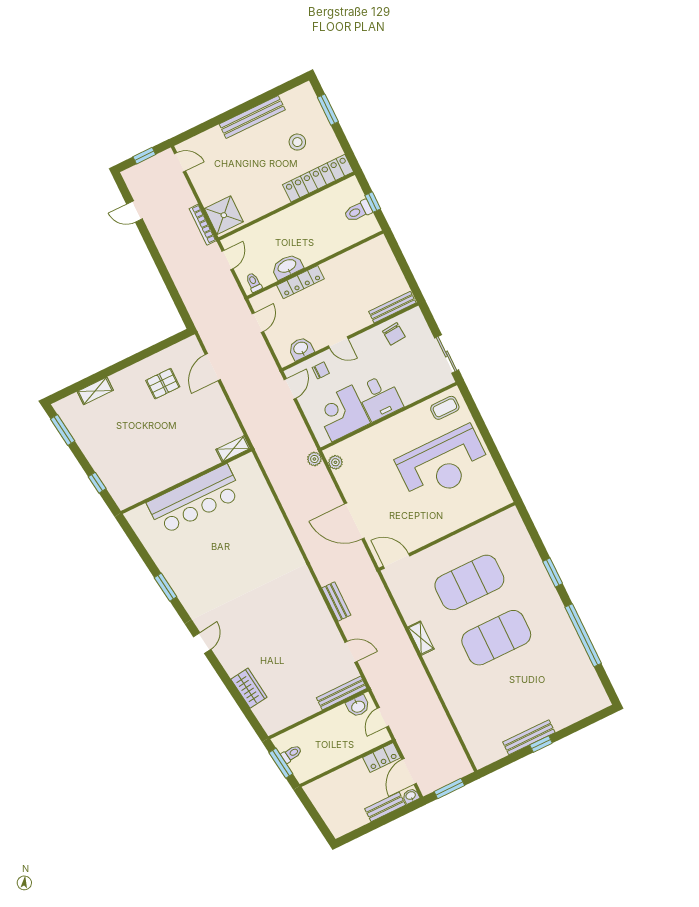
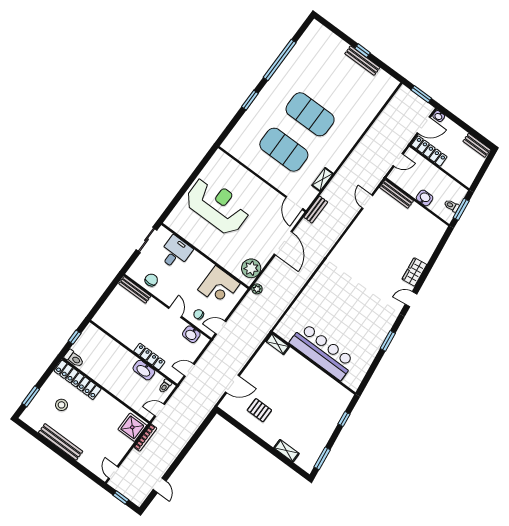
toilet: (358, 211) -> (74, 358), moved
desk: (380, 397) -> (175, 253), moved
coffee table: (445, 408) -> (181, 223), removed
plant: (335, 462) -> (251, 268), width x1.88, depth x1.88
bench: (336, 601) -> (316, 210), moved
shelving: (421, 638) -> (322, 179), moved
wardrobe: (249, 688) -> (414, 272), moved
washbasin: (358, 706) -> (425, 198), moved
locker: (382, 758) -> (429, 151), width x1.53
bench: (385, 807) -> (477, 145), moved

